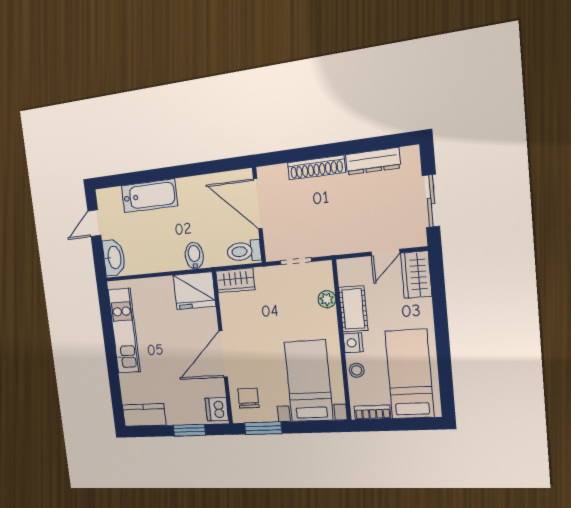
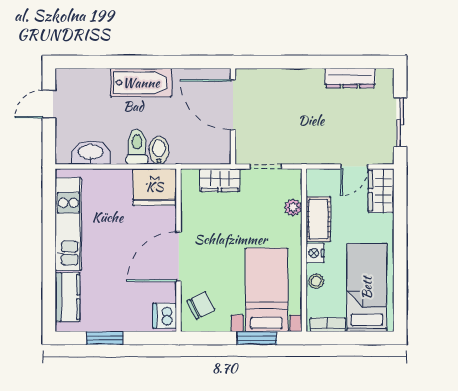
shoe rack: (316, 168) -> (295, 77), removed
bathtub: (149, 196) -> (141, 83), moved
toilet: (244, 251) -> (137, 147), moved, turned 90
washbasin: (114, 258) -> (91, 153), moved, turned -90
wardrobe: (235, 280) -> (220, 180), moved
chair: (248, 398) -> (201, 305), turned 63
kitchen counter: (144, 415) -> (67, 297), moved, turned 90
window: (263, 428) -> (257, 338), moved
window: (189, 430) -> (105, 338), moved

